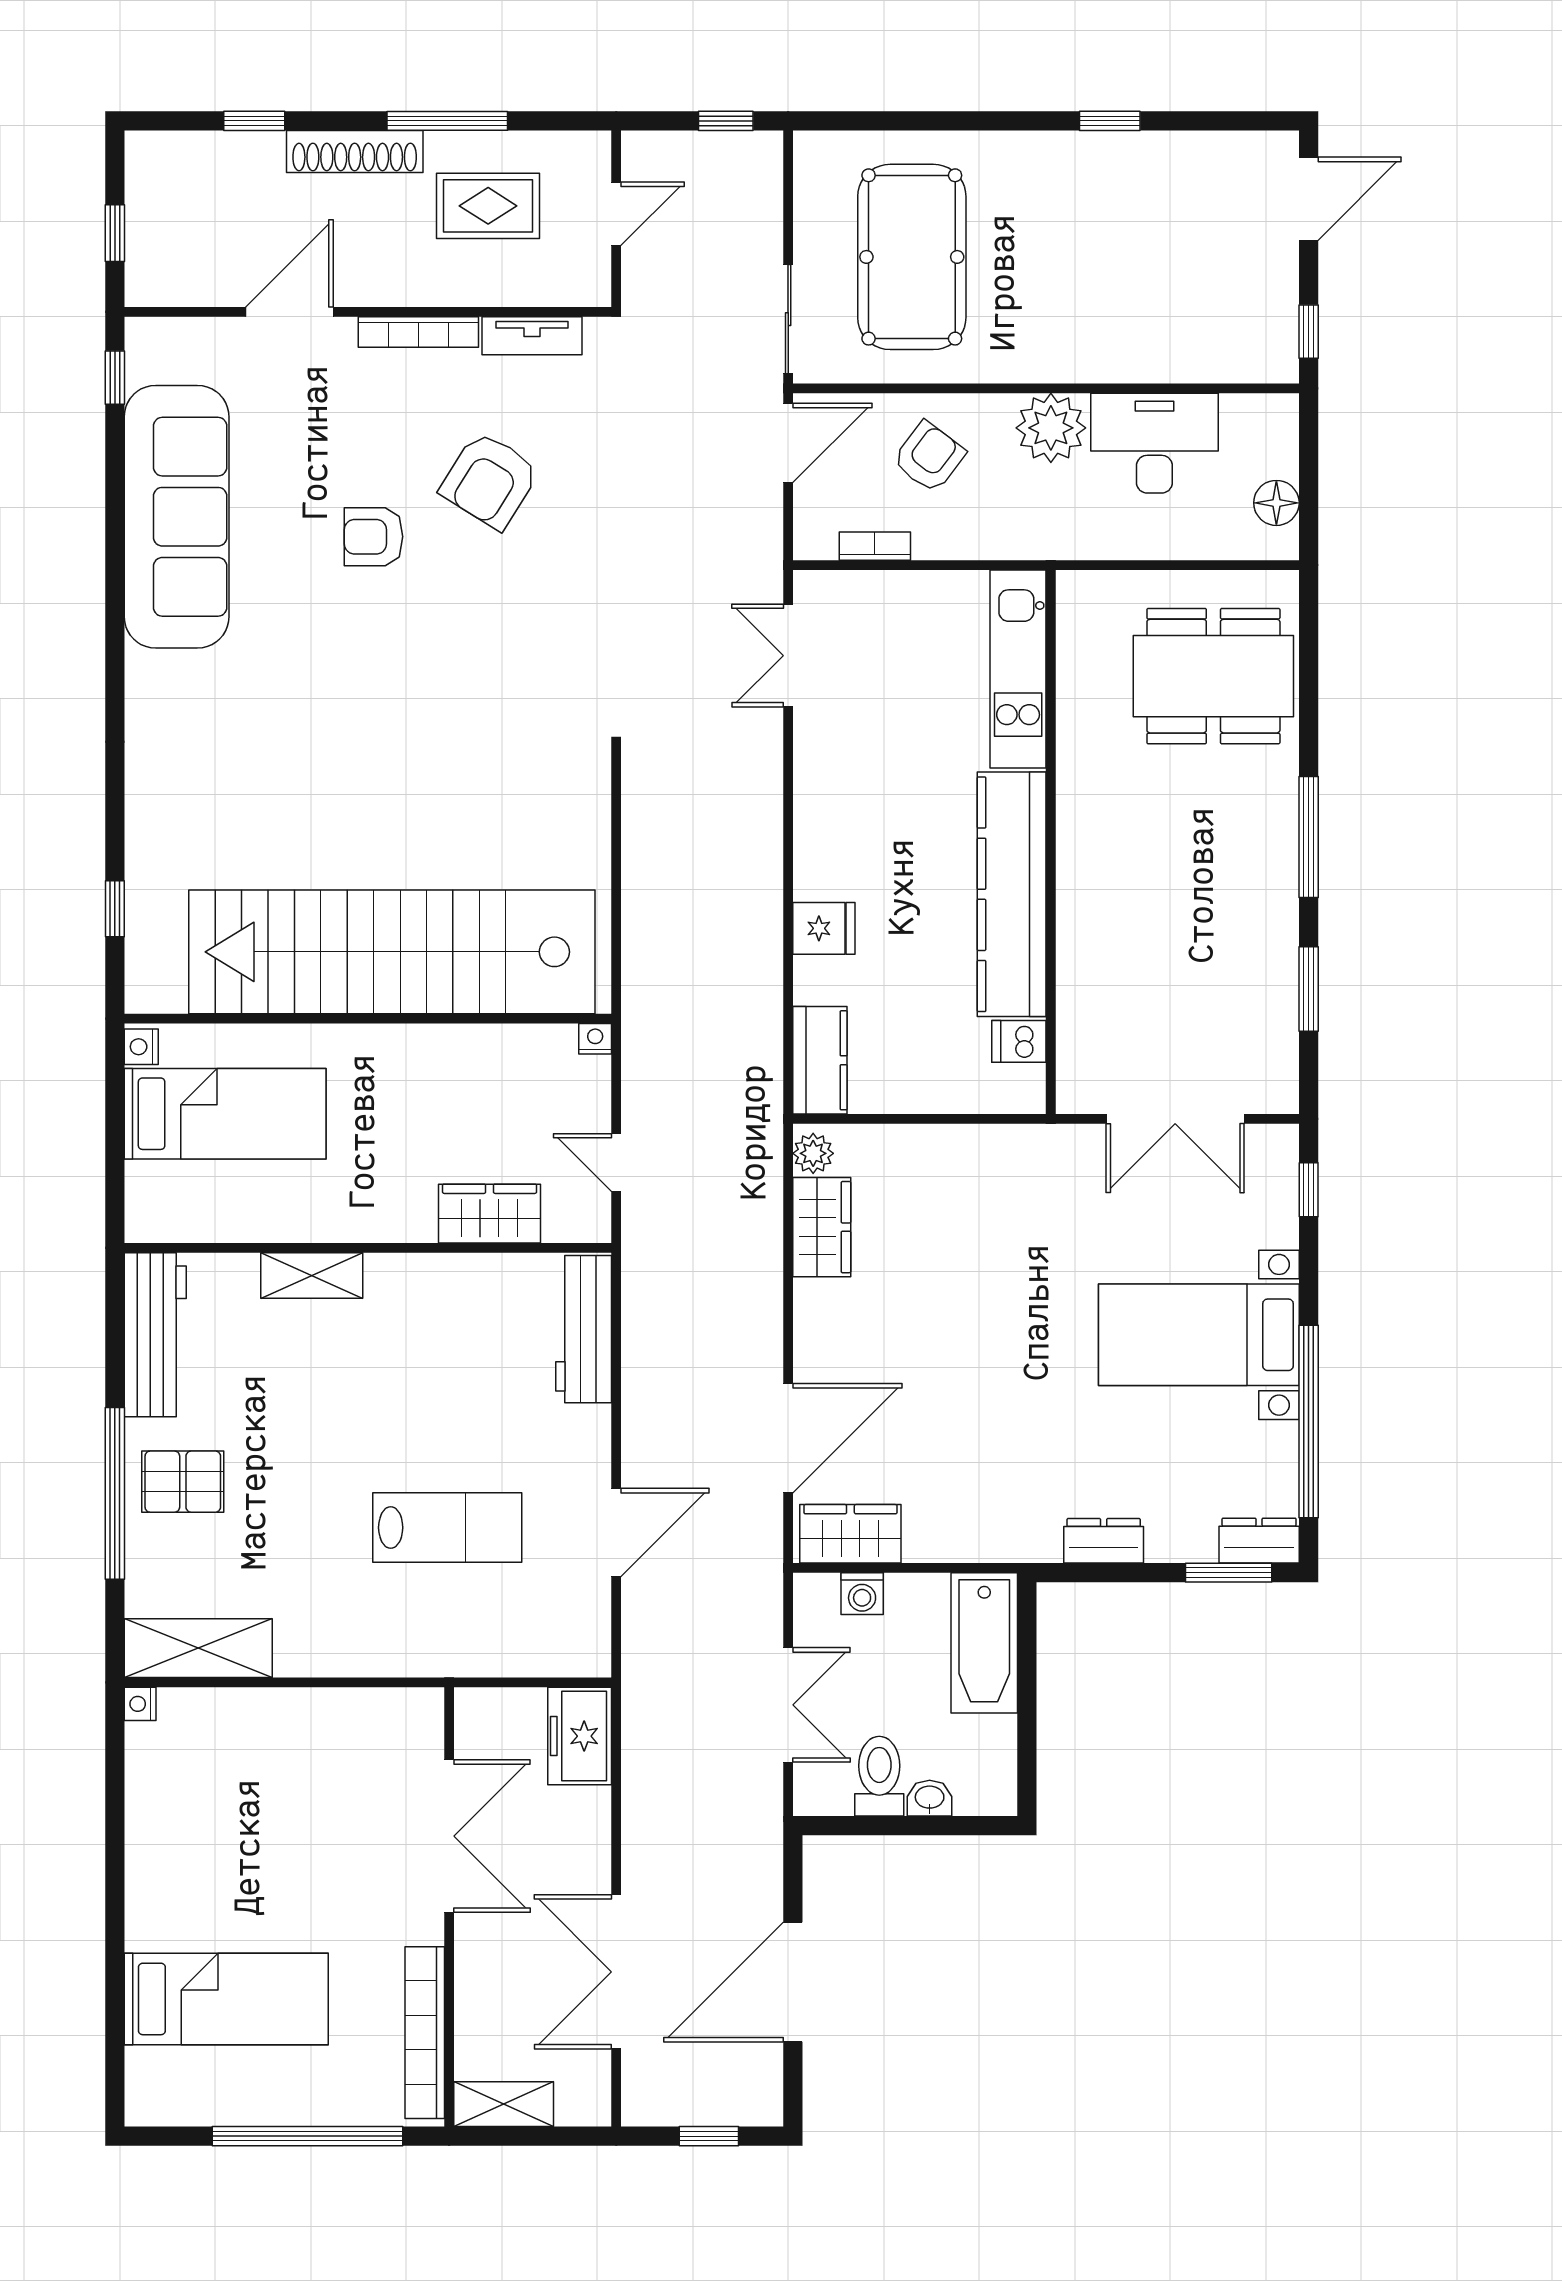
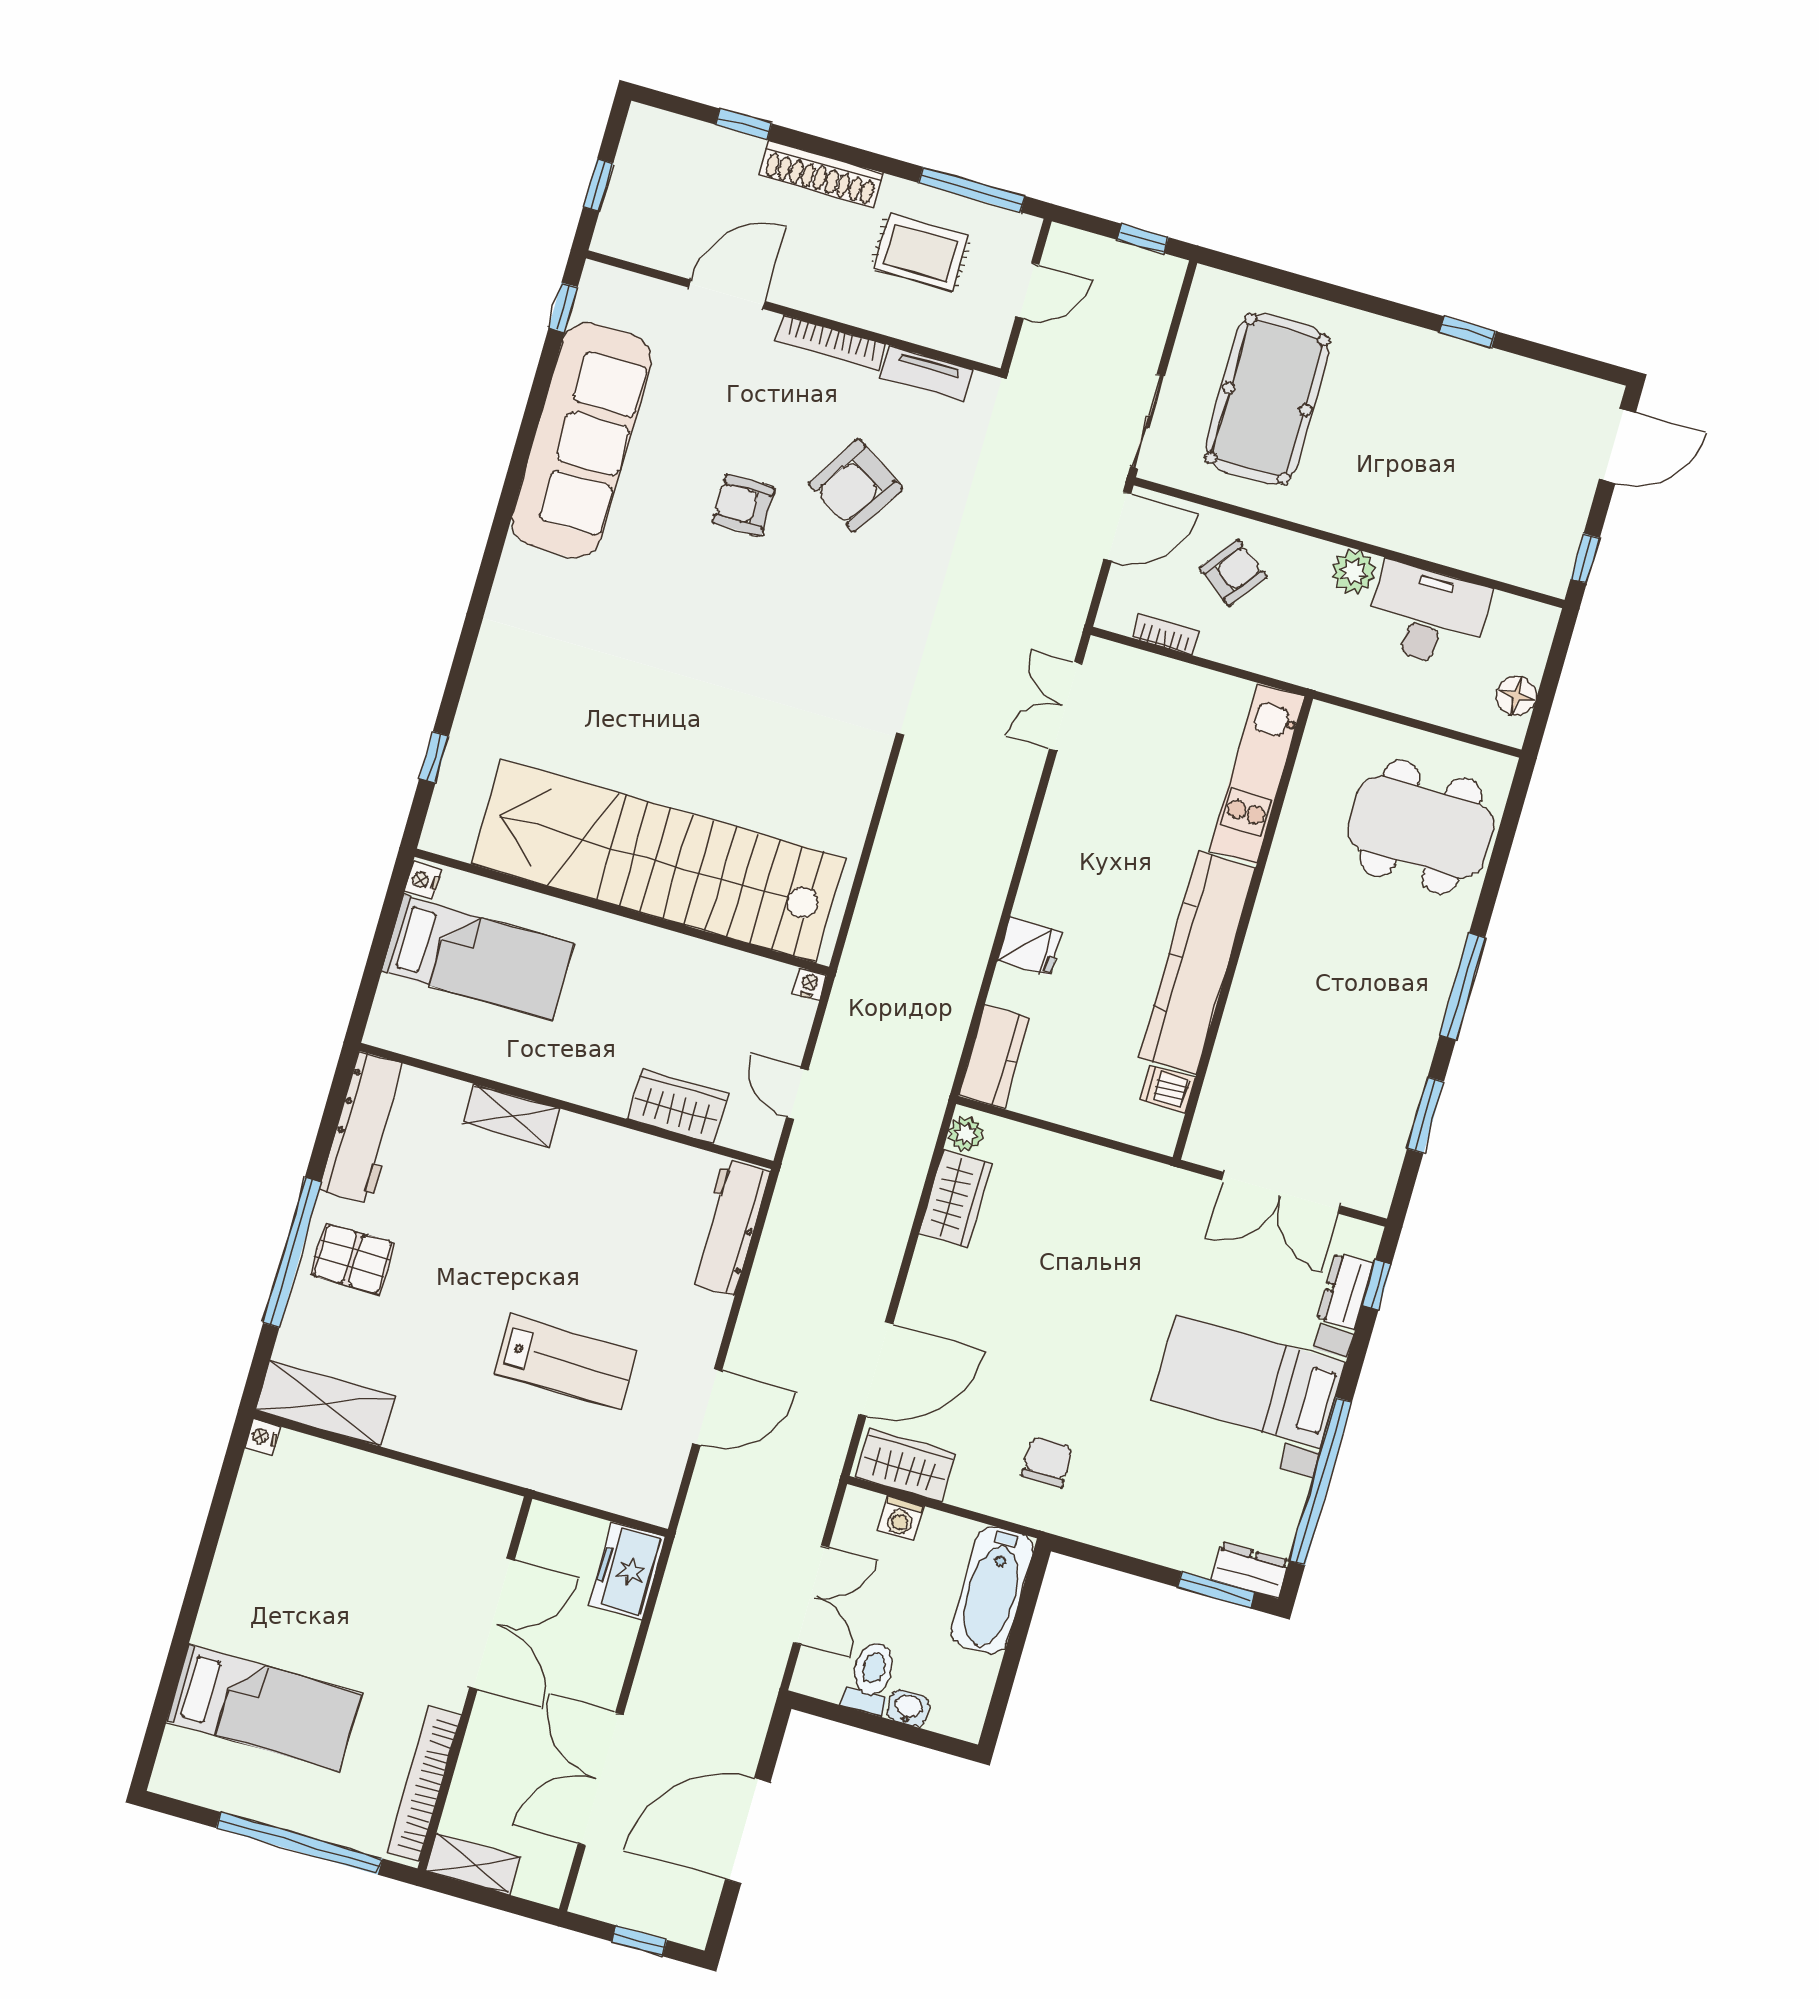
window: (447, 121) -> (972, 189), moved
plant: (1051, 428) -> (1354, 572), width x0.73, depth x0.73
chair: (1004, 1486) -> (1047, 1462), added
dresser: (1104, 1541) -> (1346, 1292), moved, turned -90

